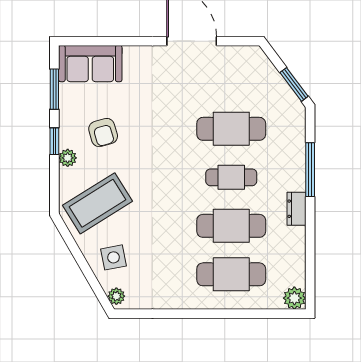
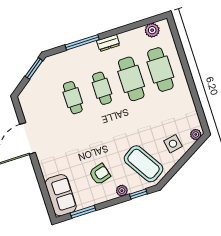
cafe table: (231, 129) -> (73, 98), width x0.73, depth x0.74
window: (54, 141) -> (138, 194), moved
plant: (294, 298) -> (152, 30), moved

